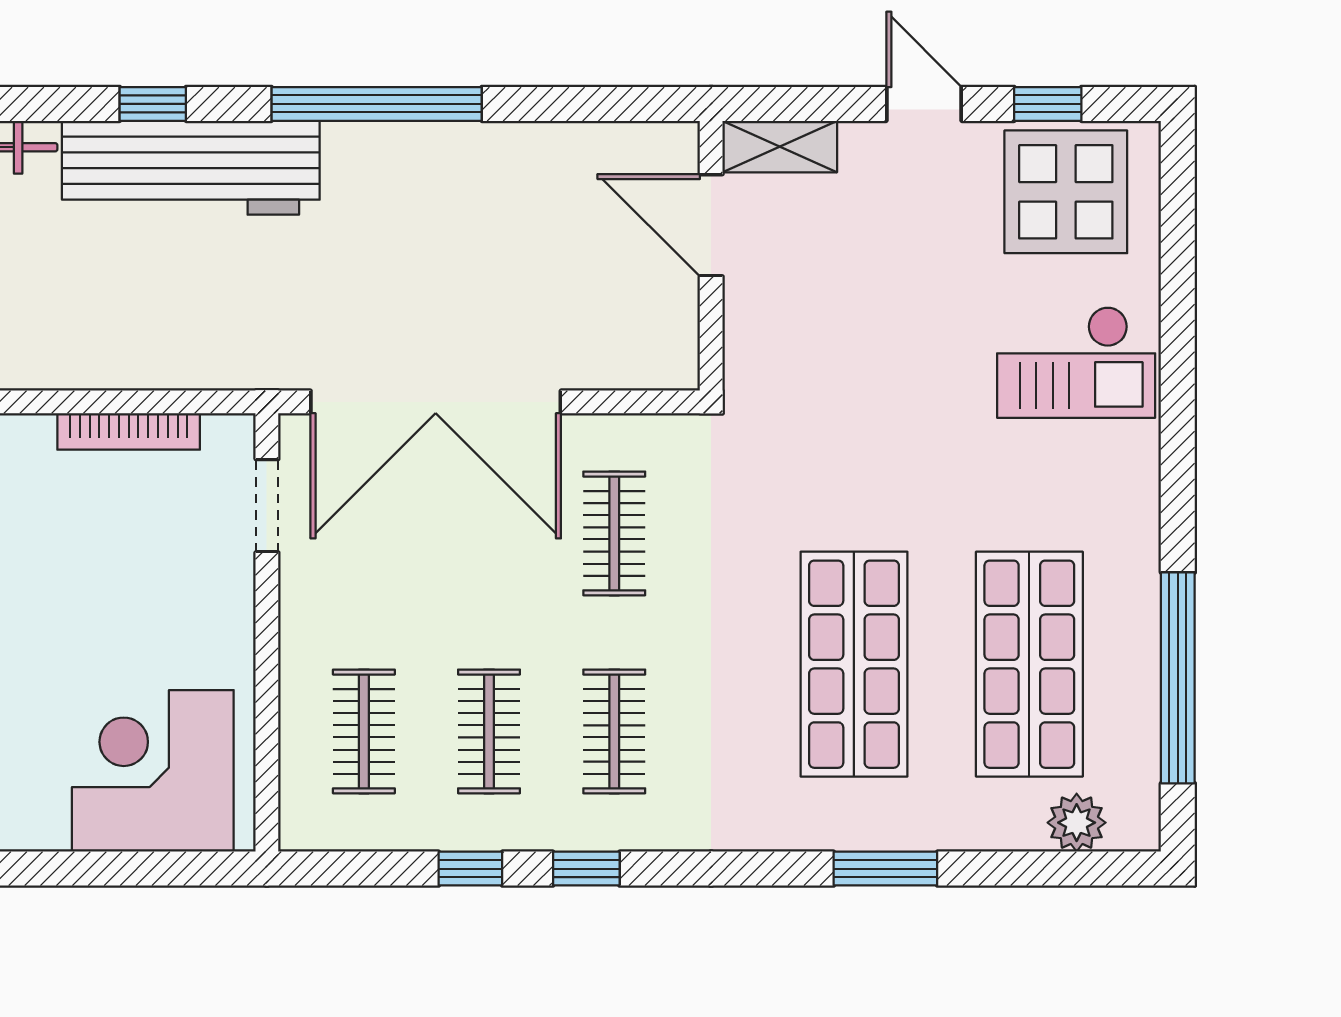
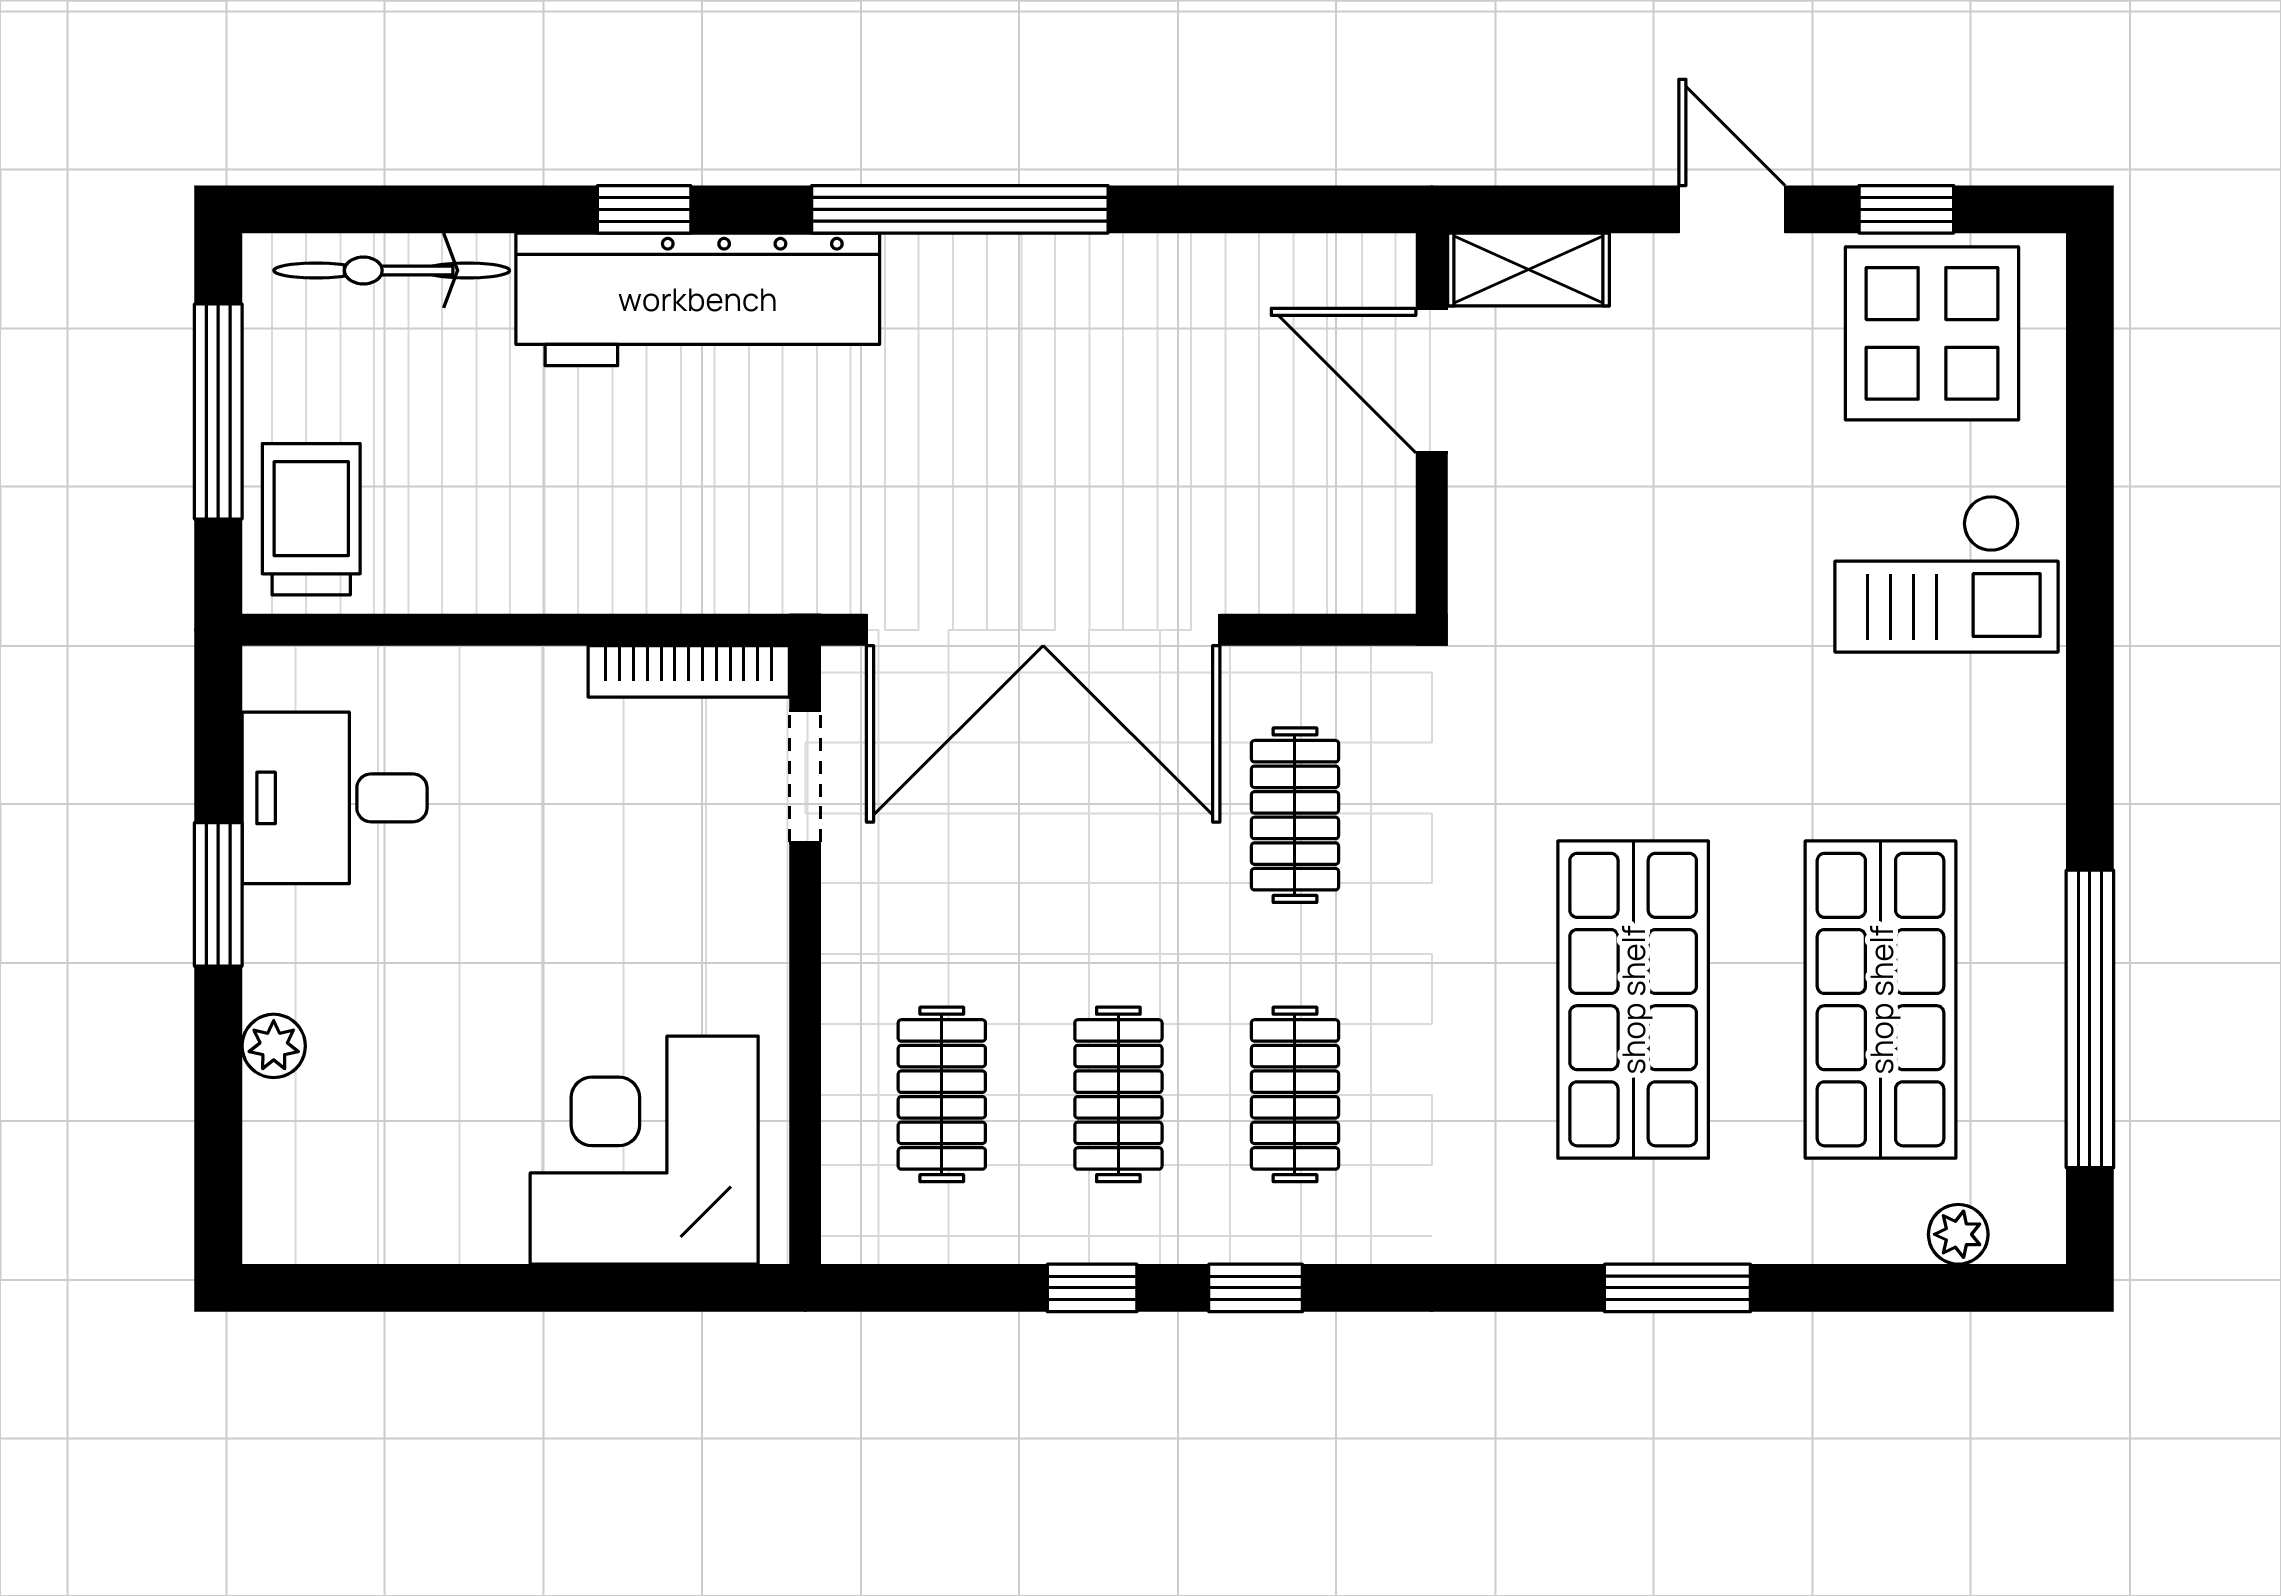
bookcase: (129, 431) -> (689, 671), moved
plant: (1077, 823) -> (1958, 1234), width x0.73, depth x0.73

